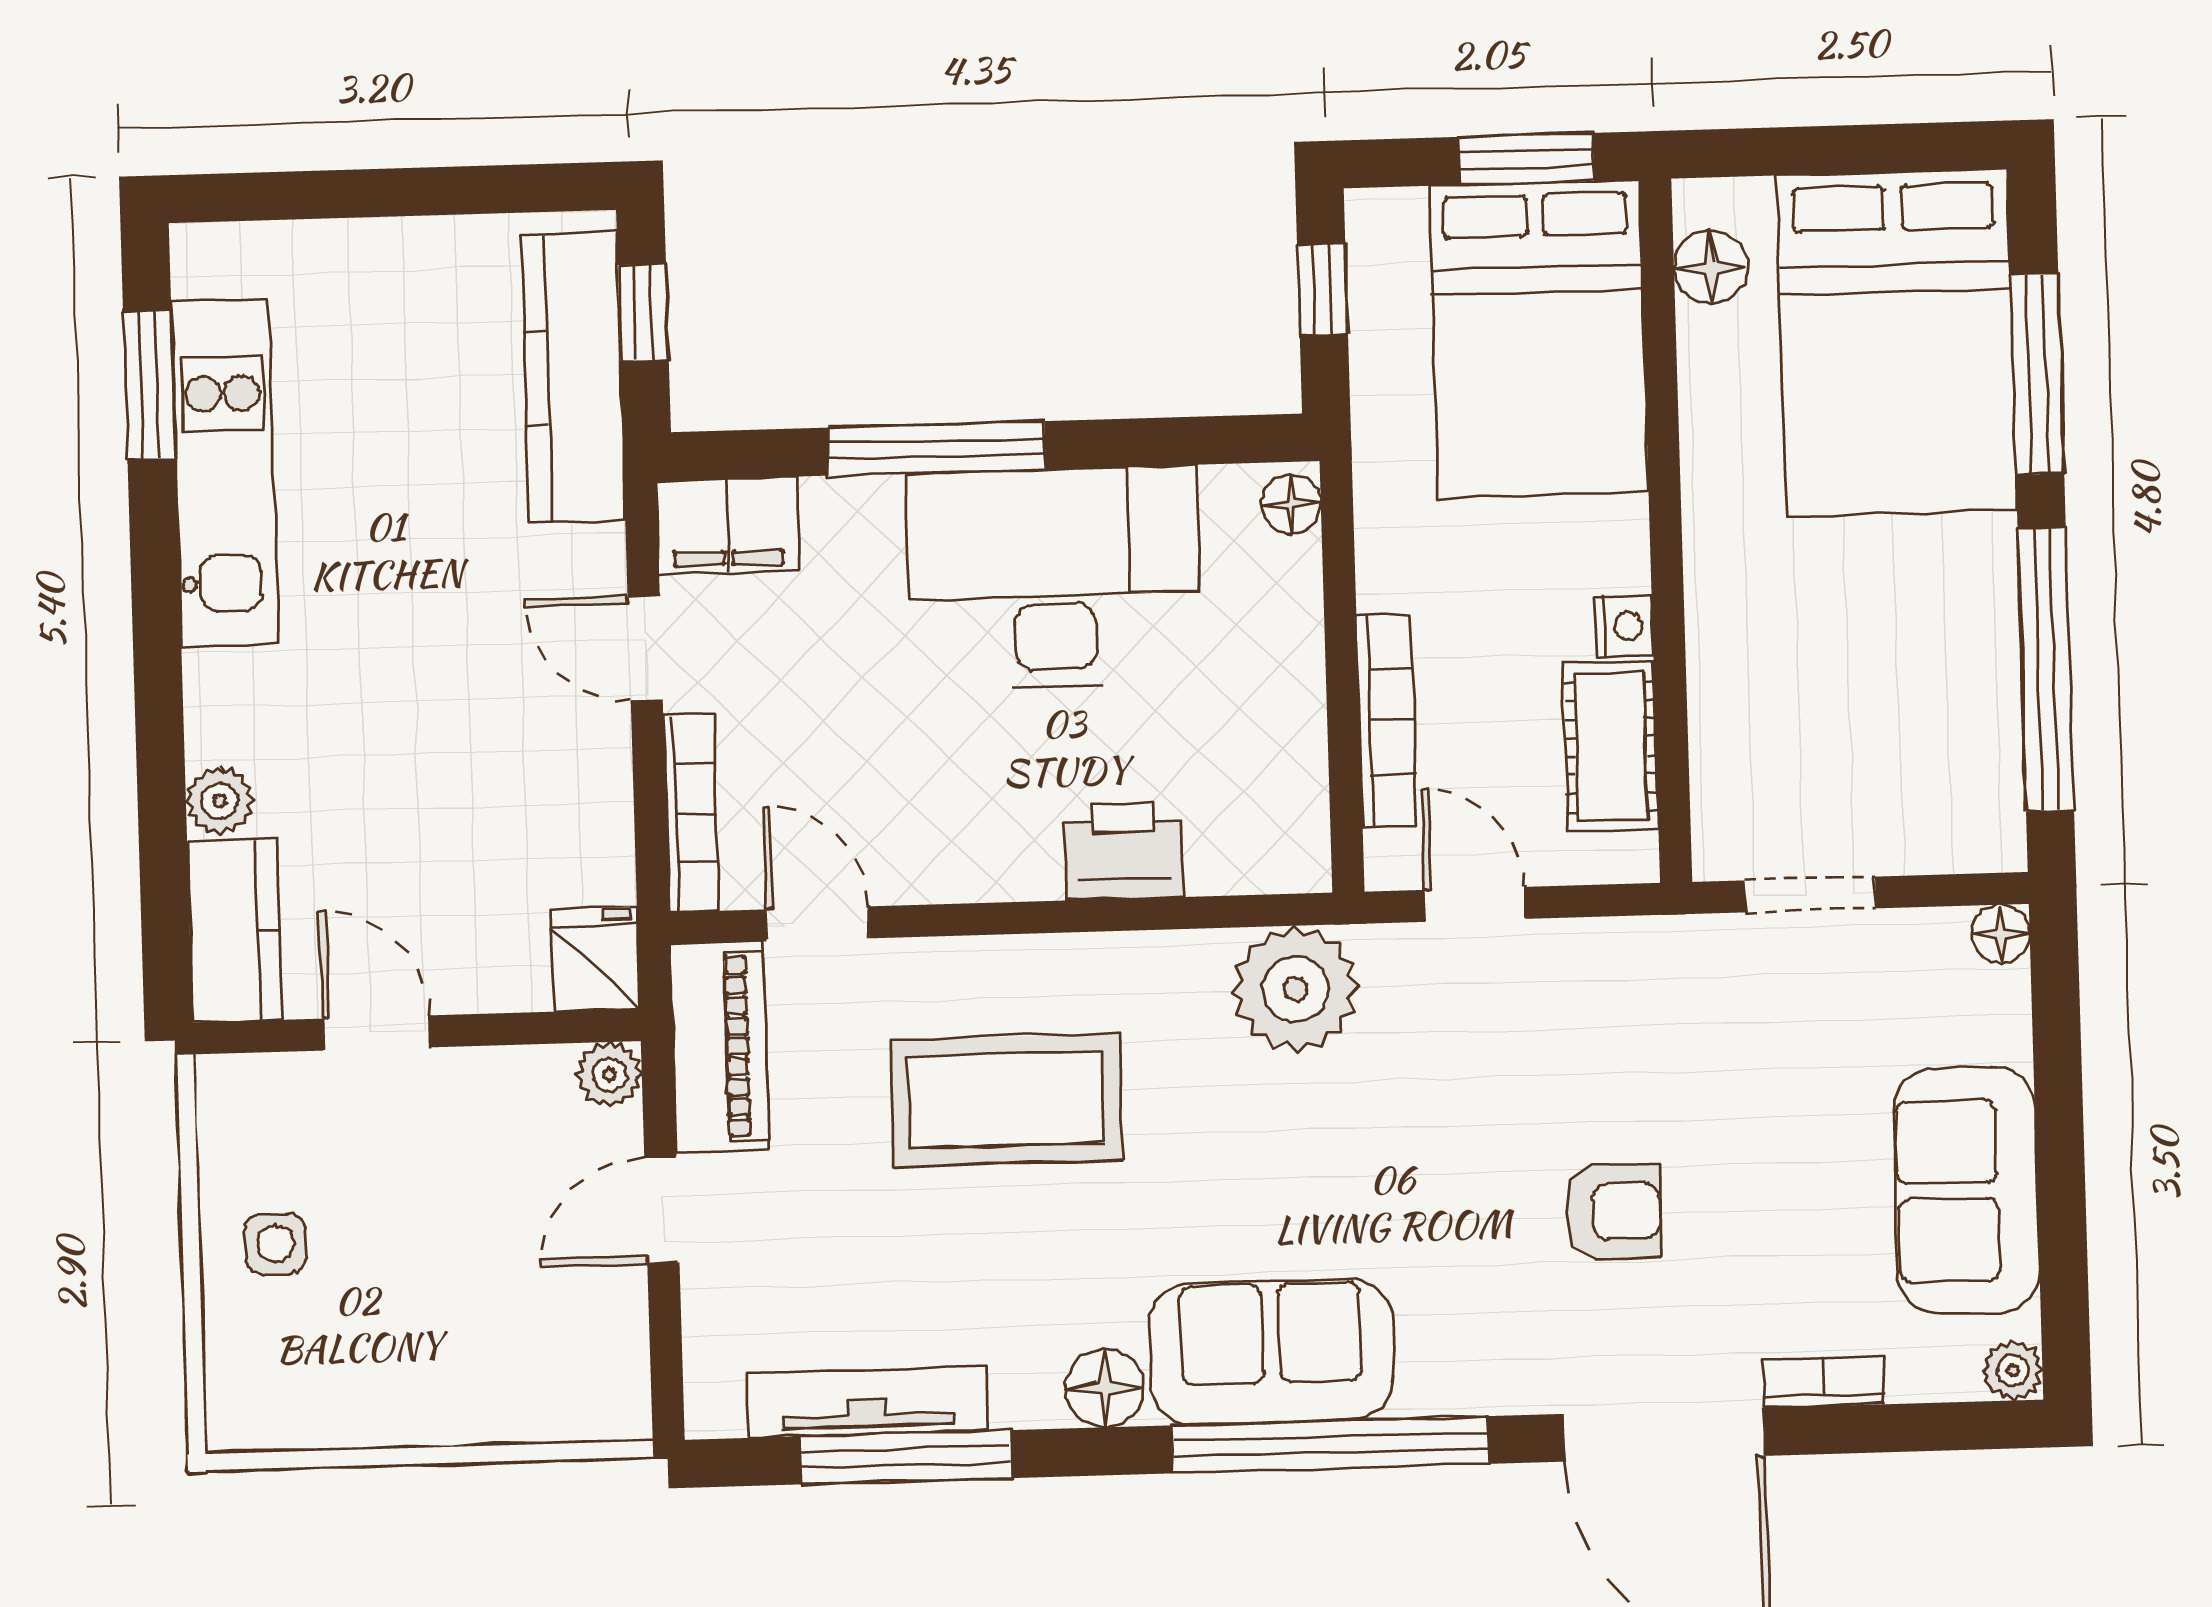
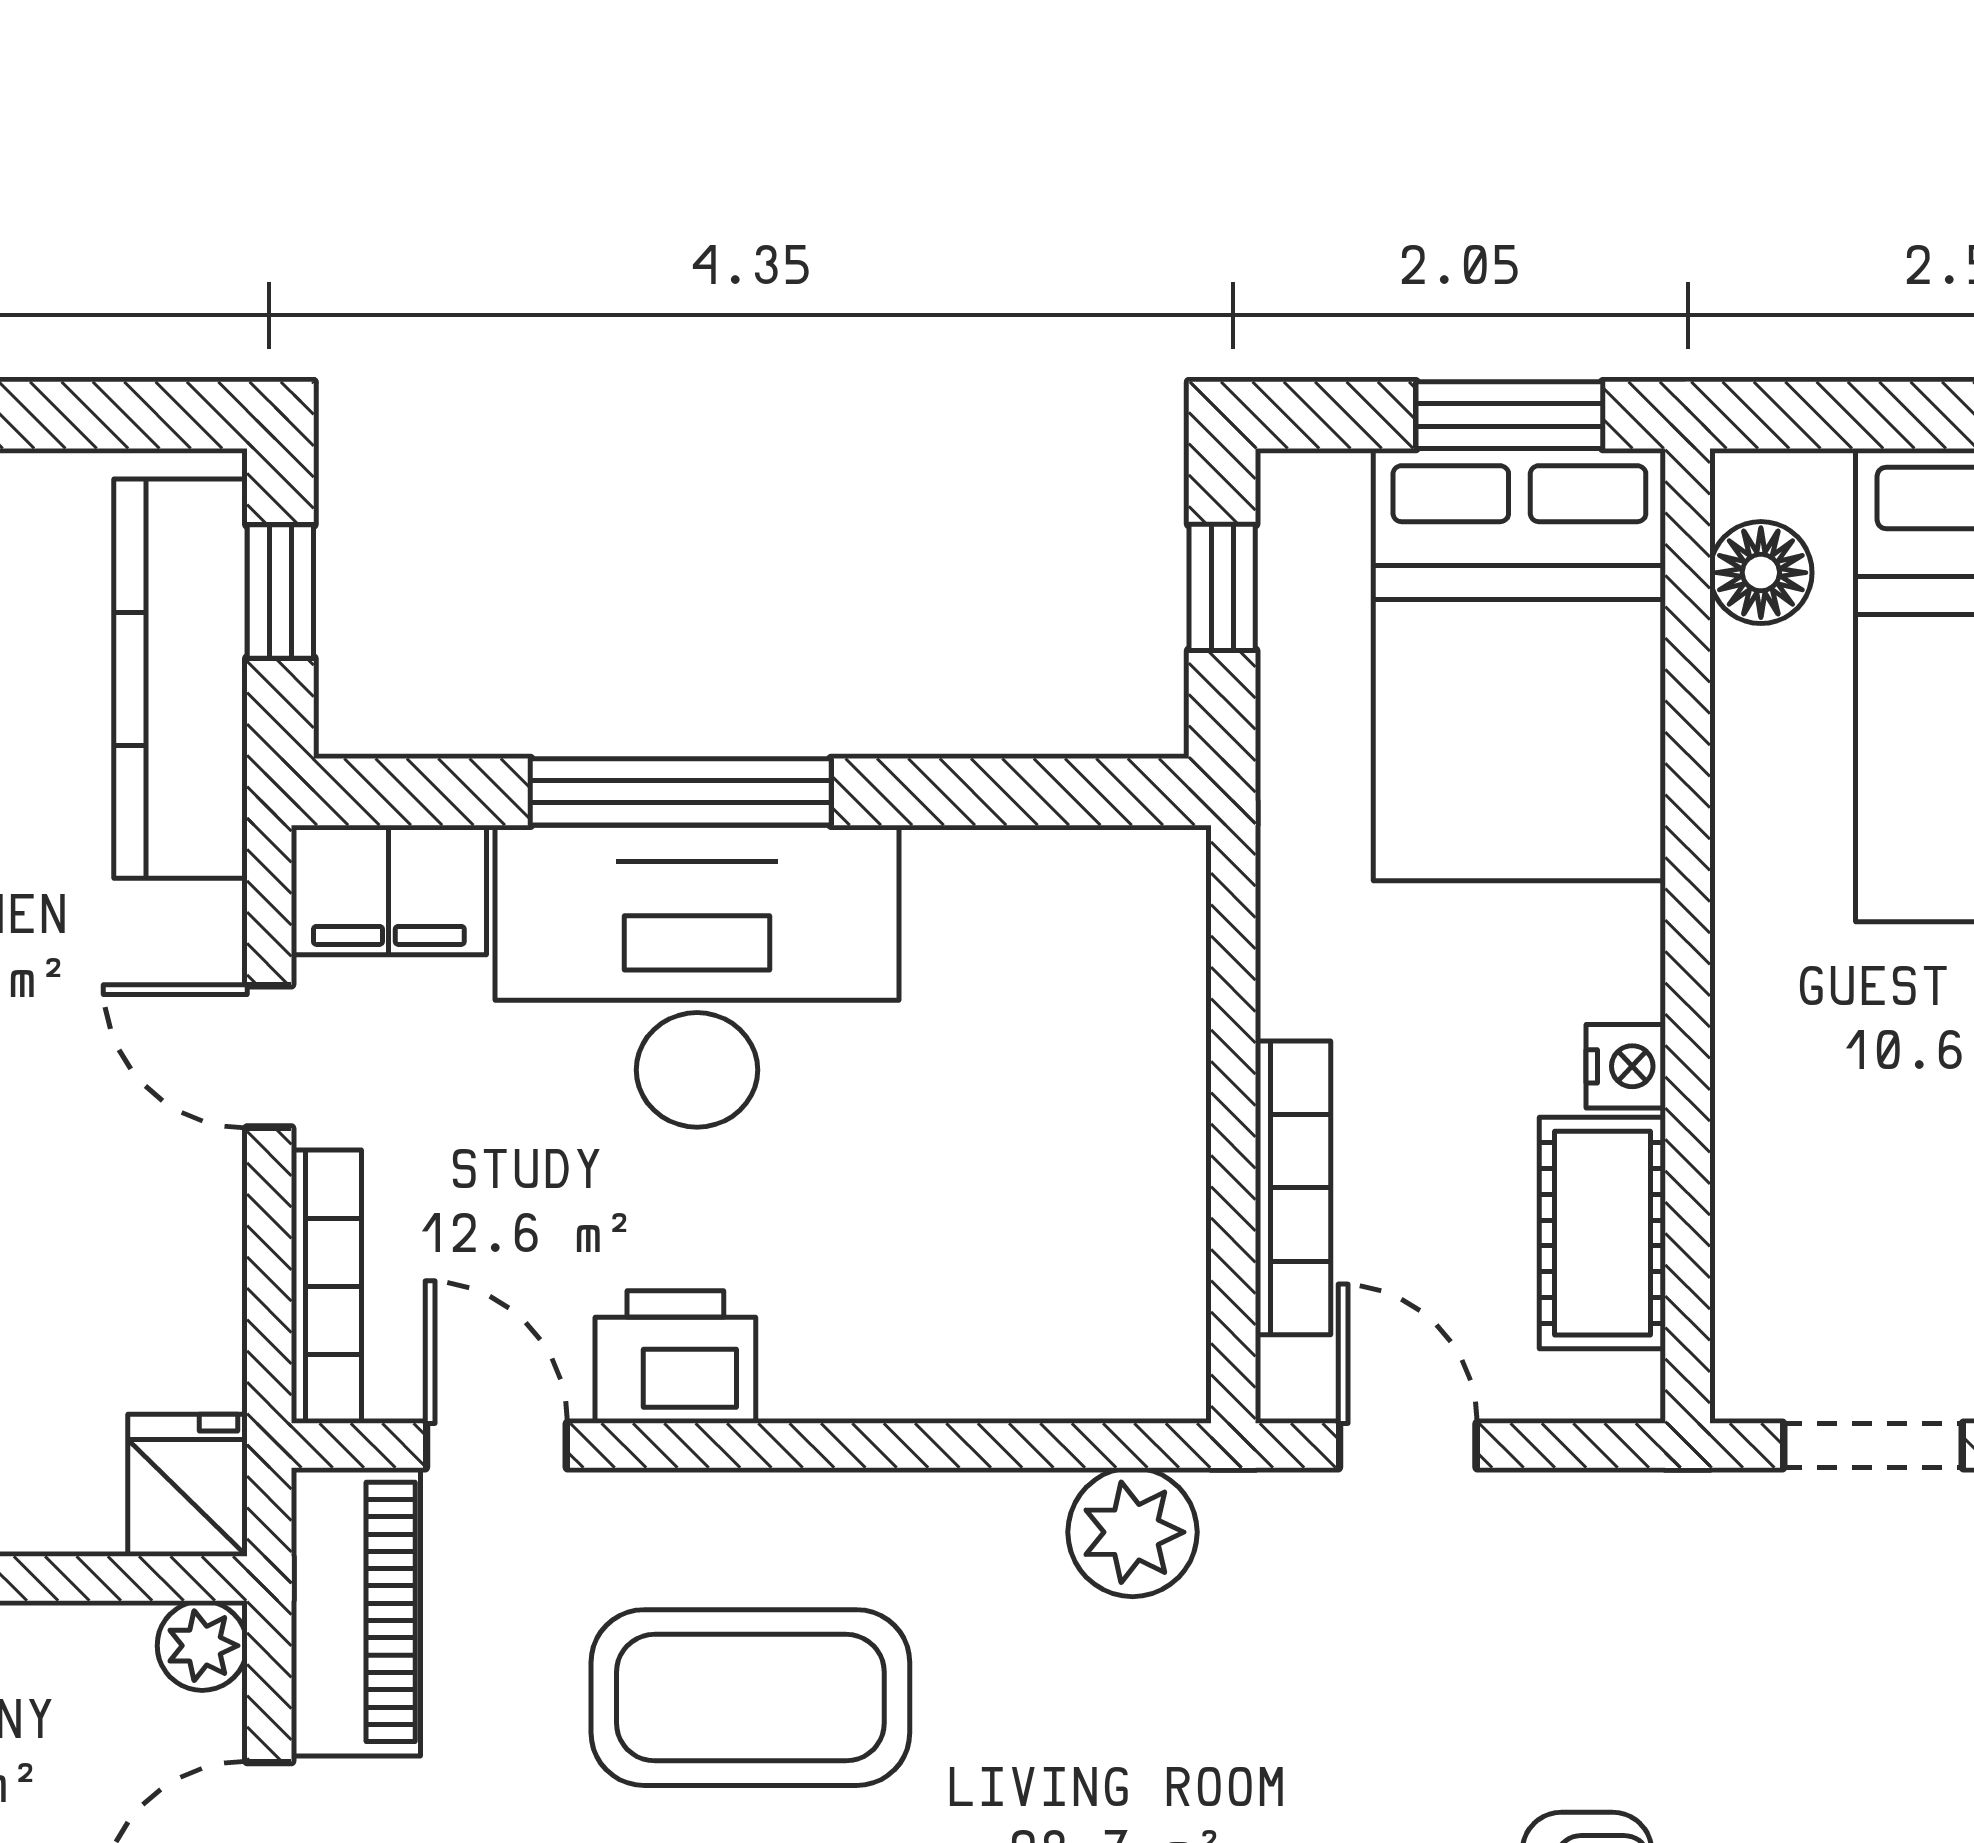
floor lamp: (1291, 504) -> (1170, 883), removed
desk: (1054, 578) -> (697, 976), moved
printer: (1123, 851) -> (675, 1357), moved
plant: (1296, 989) -> (1133, 1532), width x0.73, depth x0.73

